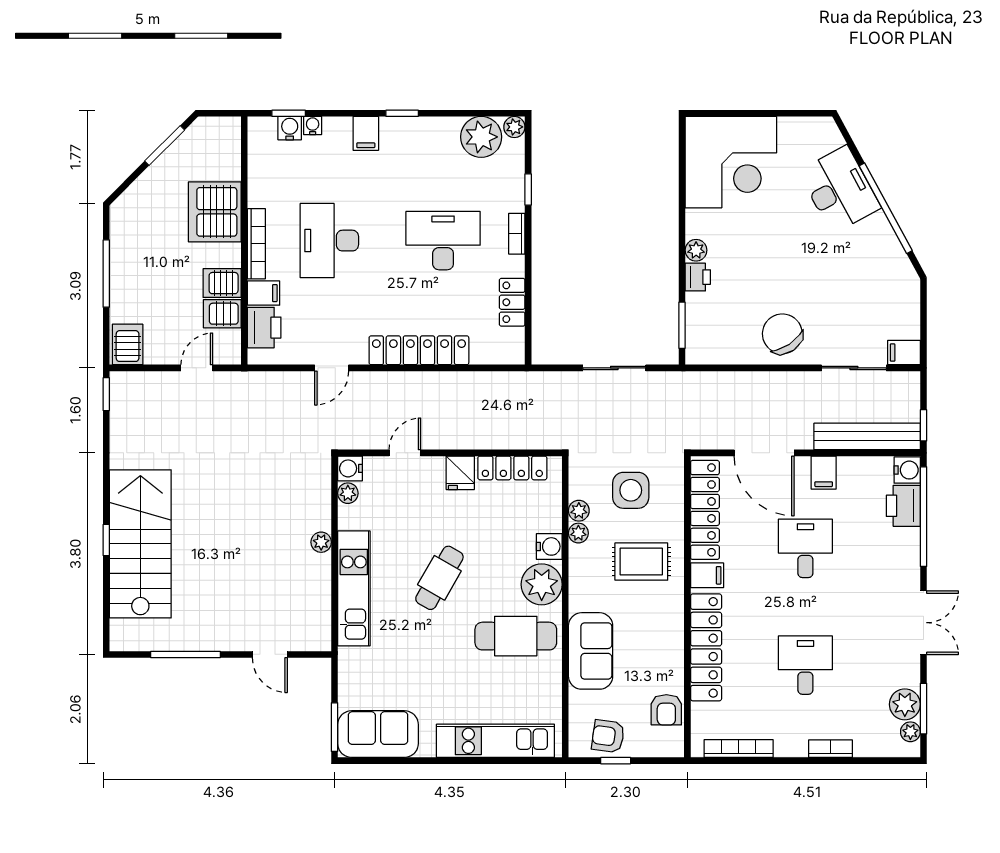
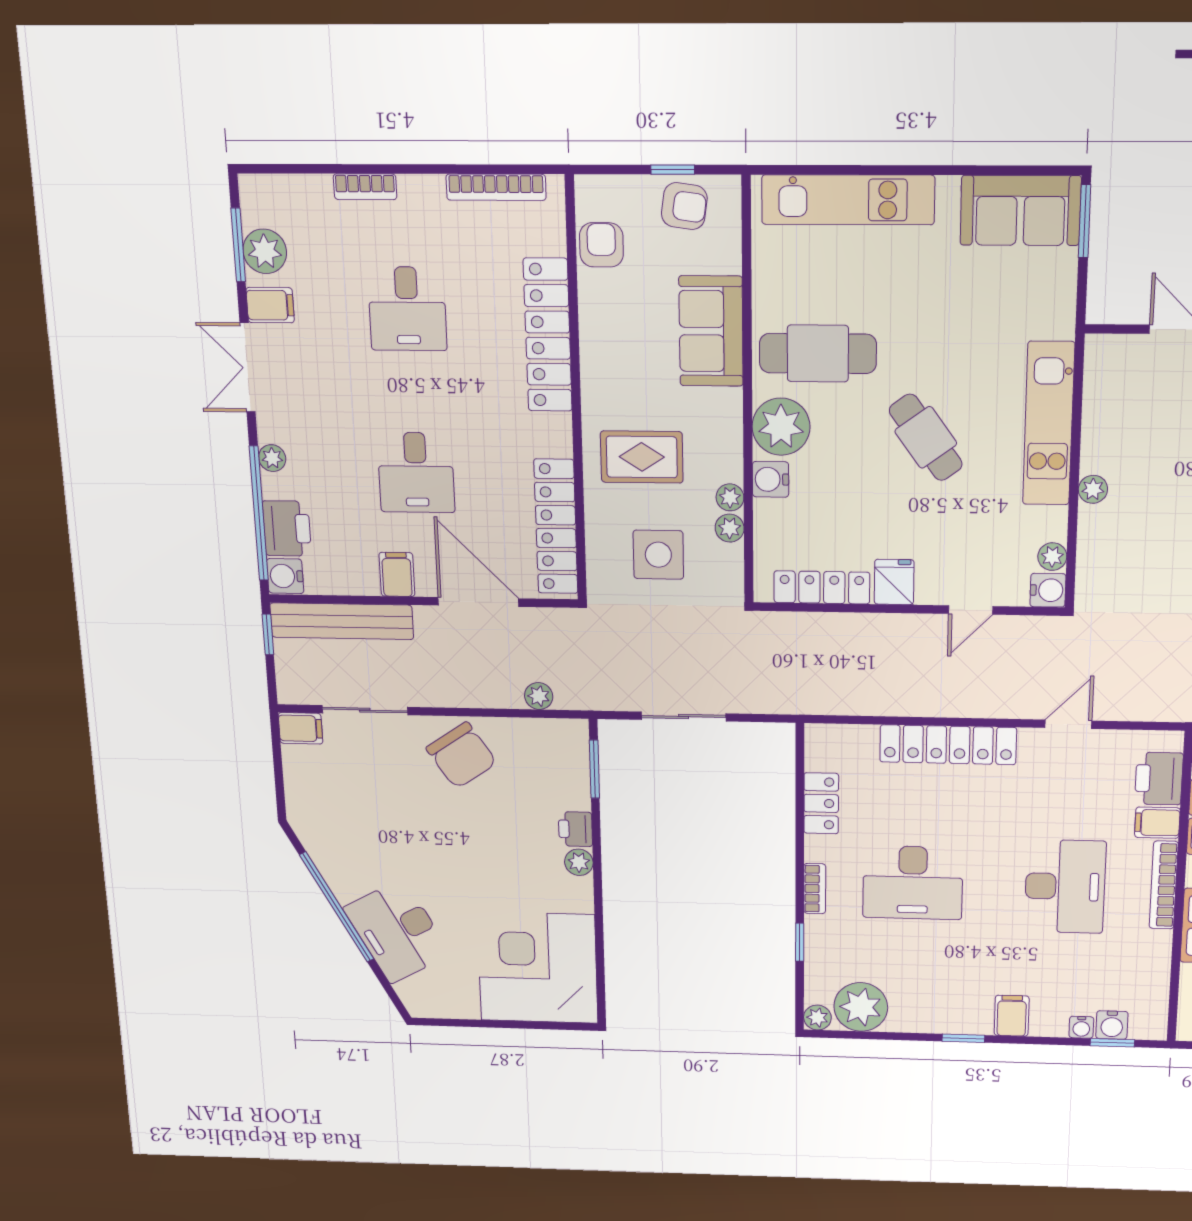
plant: (722, 382) -> (539, 696), added
filing cabinet: (707, 575) -> (270, 305), moved, turned 180
cafe table: (439, 578) -> (926, 437), turned -66
plant: (910, 732) -> (272, 458), moved

